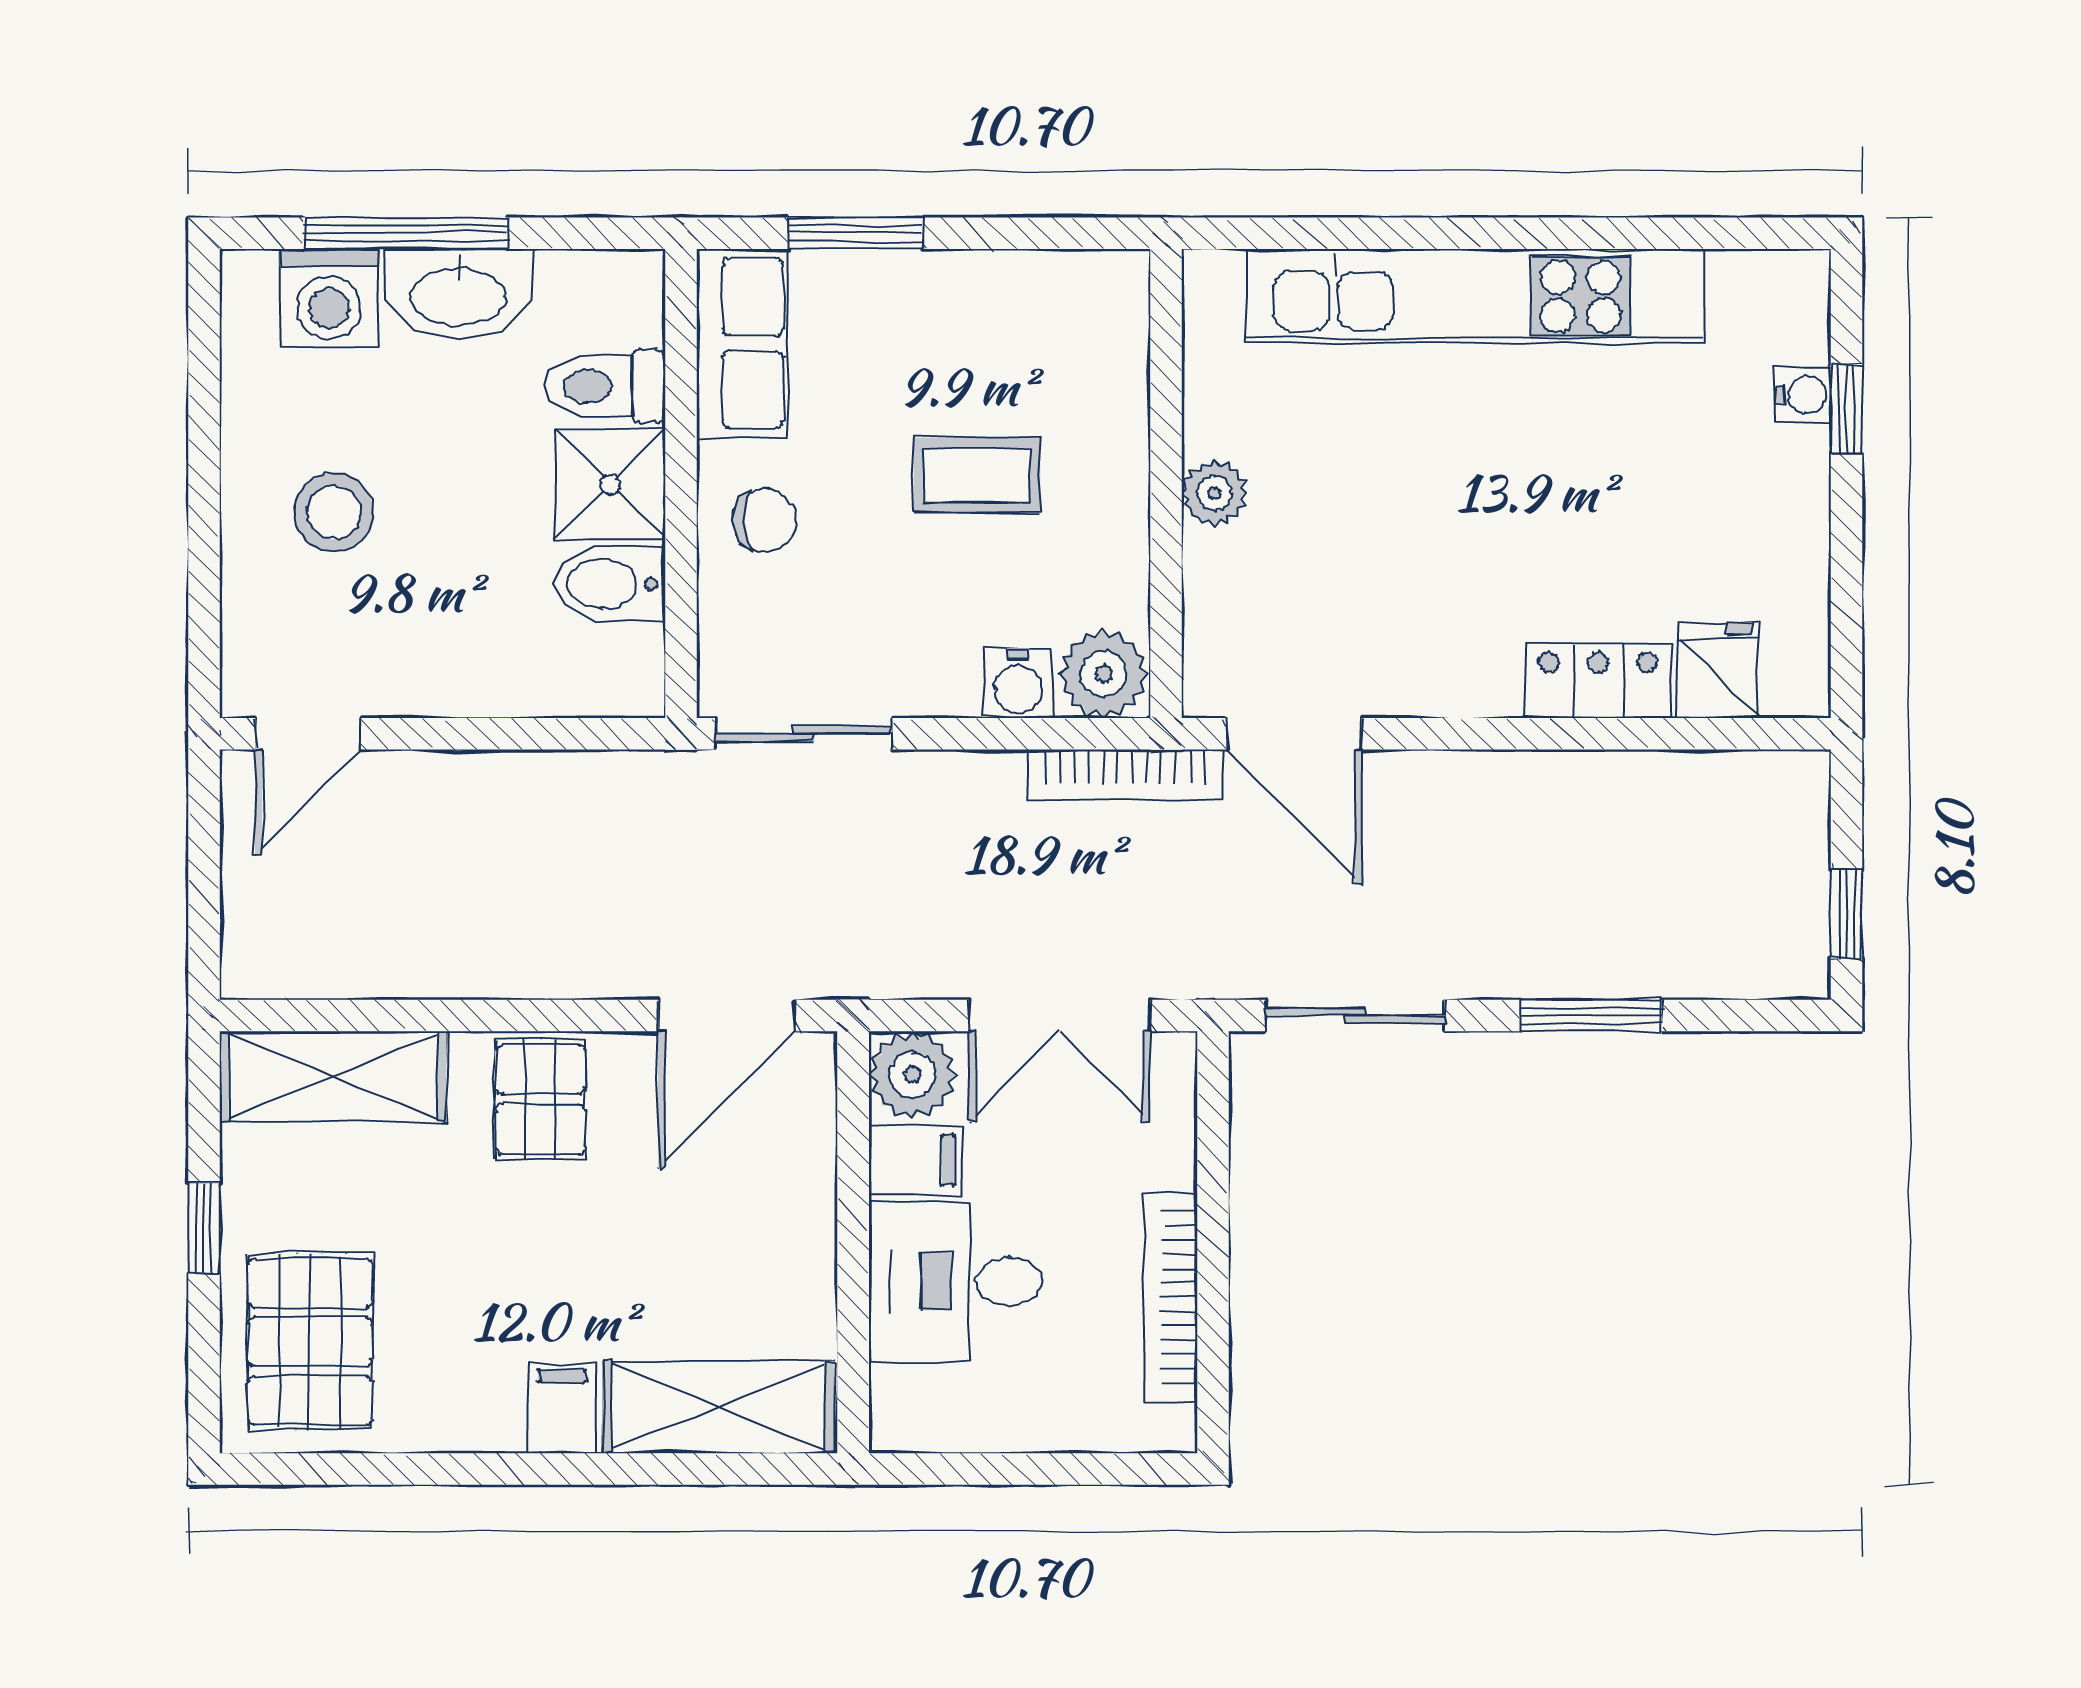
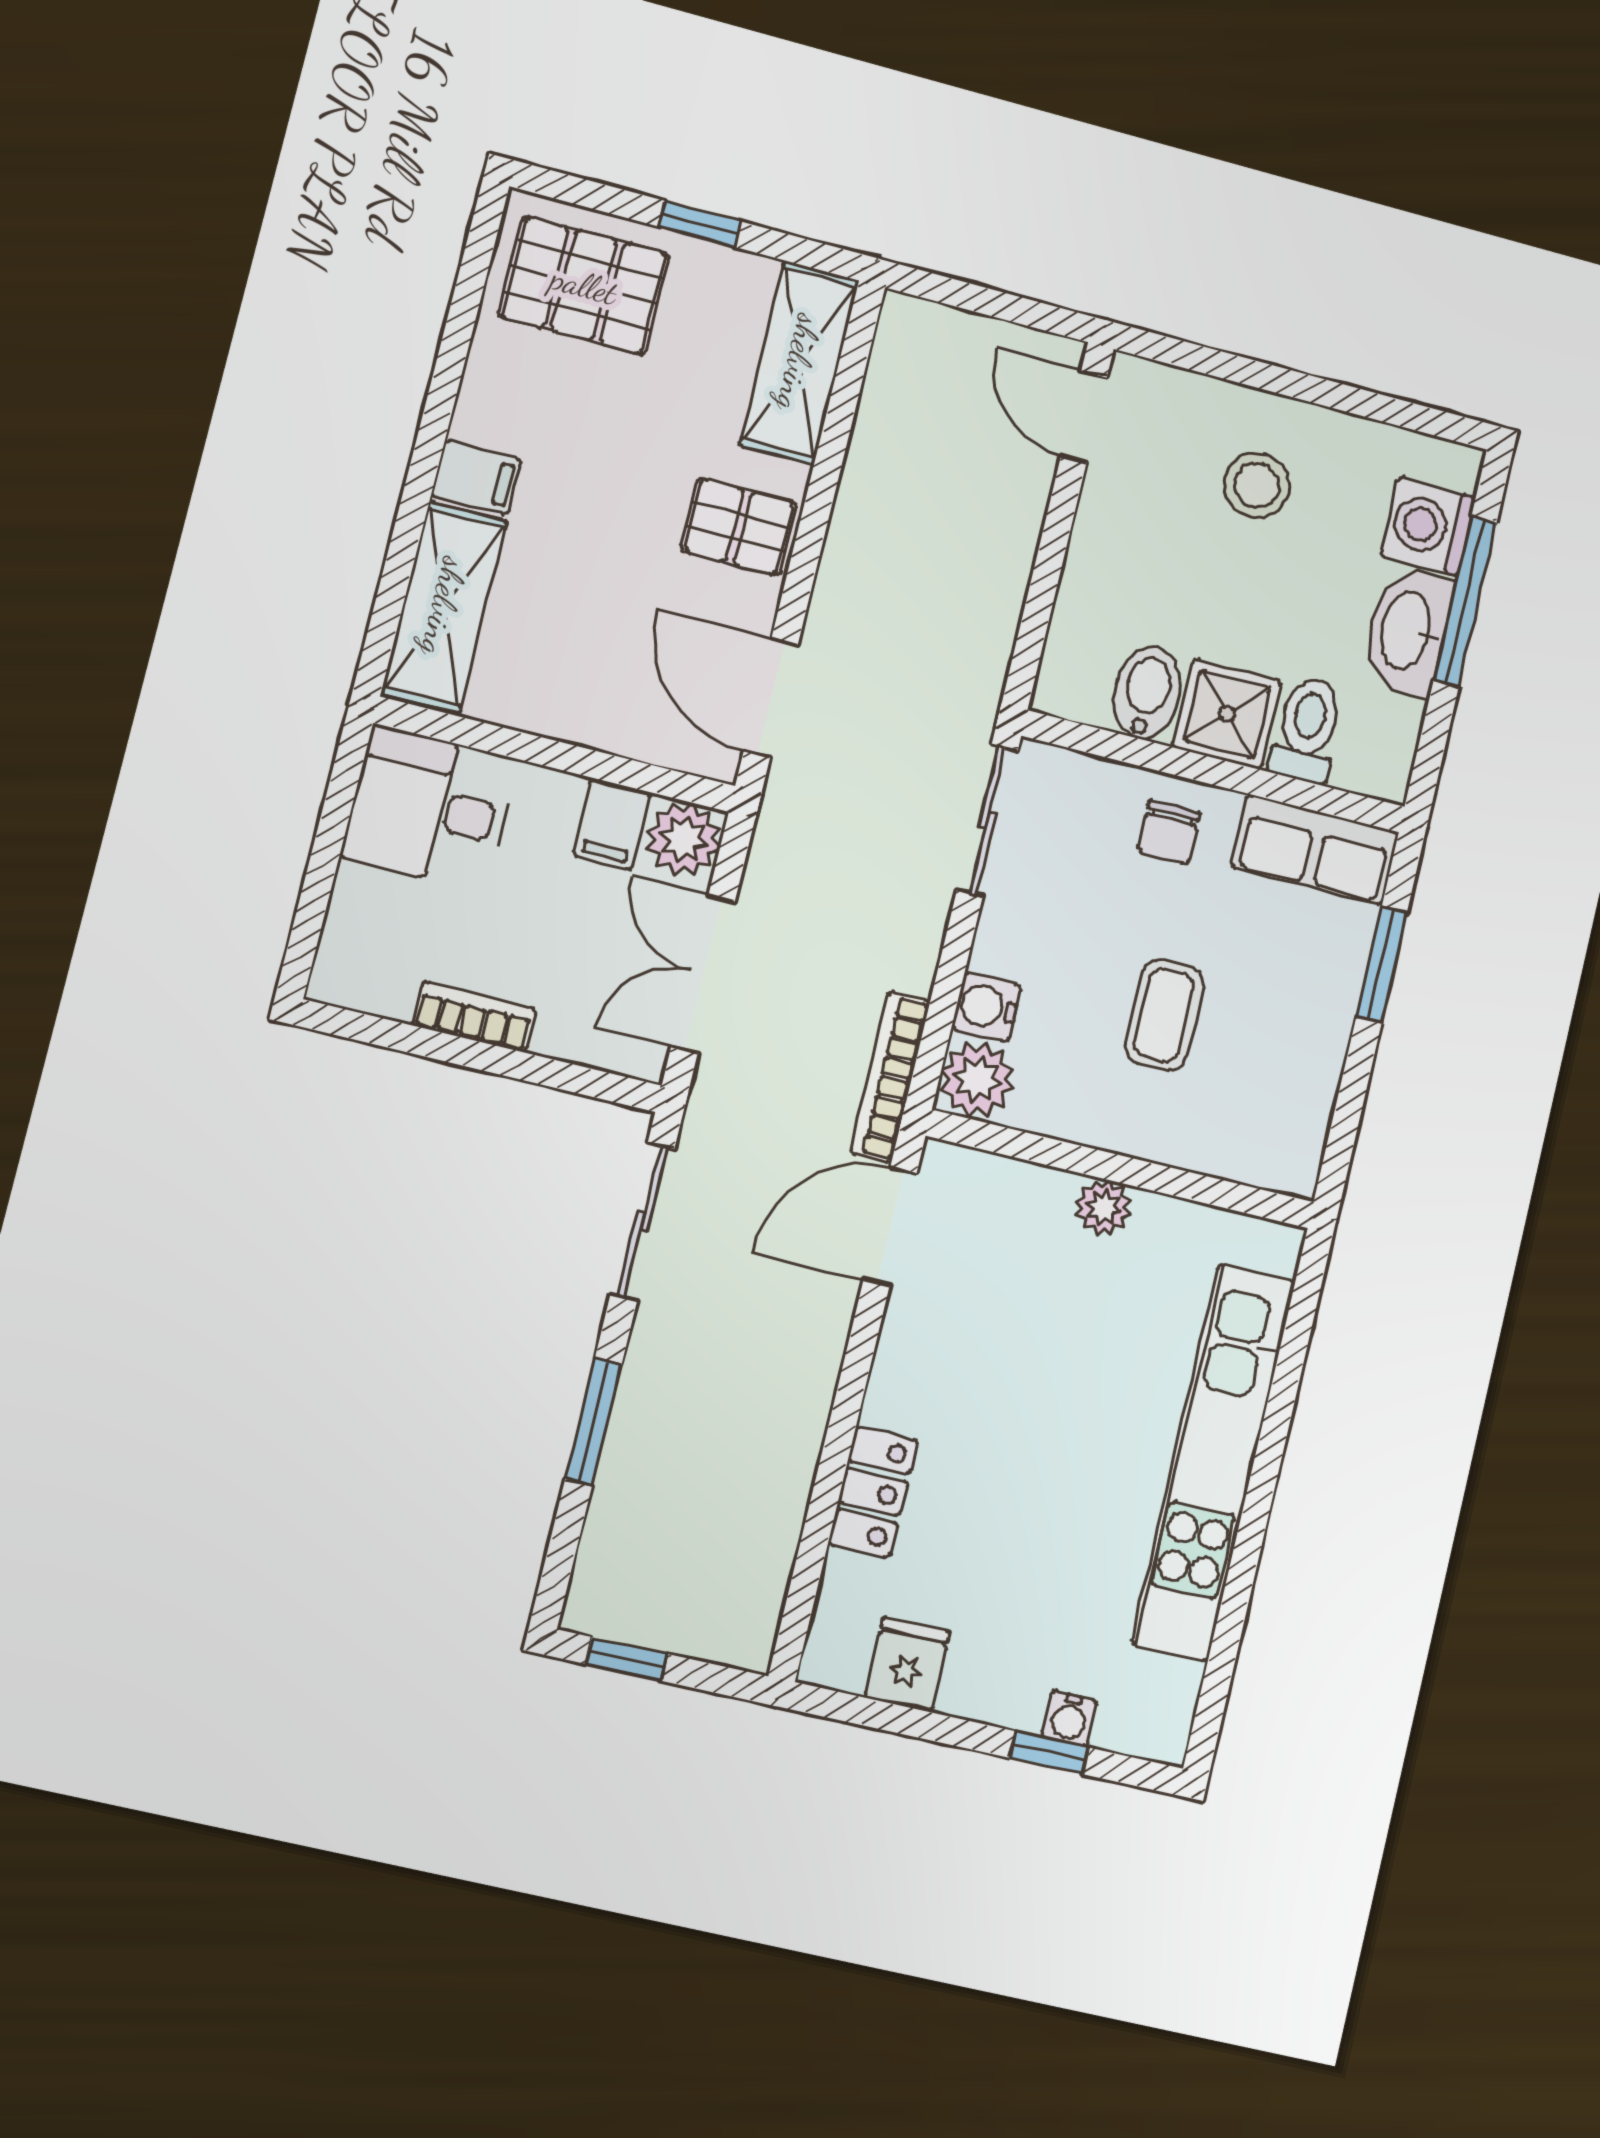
fridge: (1718, 670) -> (907, 1664), moved, turned -90
desk: (955, 1281) -> (430, 808), moved, turned -90
bookcase: (1171, 1297) -> (474, 1017), width x0.64

